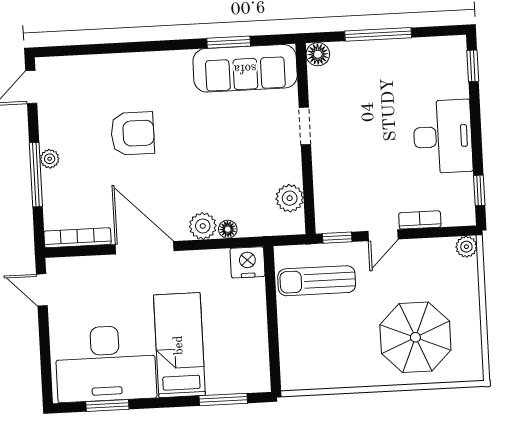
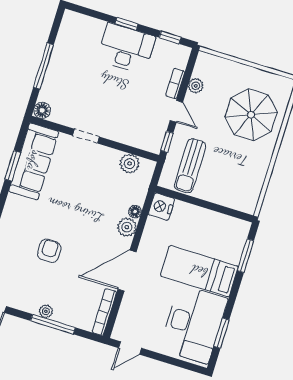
window: (473, 66) -> (126, 24), moved
armchair: (133, 133) -> (49, 251), width x0.72, depth x0.72
plant: (466, 247) -> (196, 86), moved

